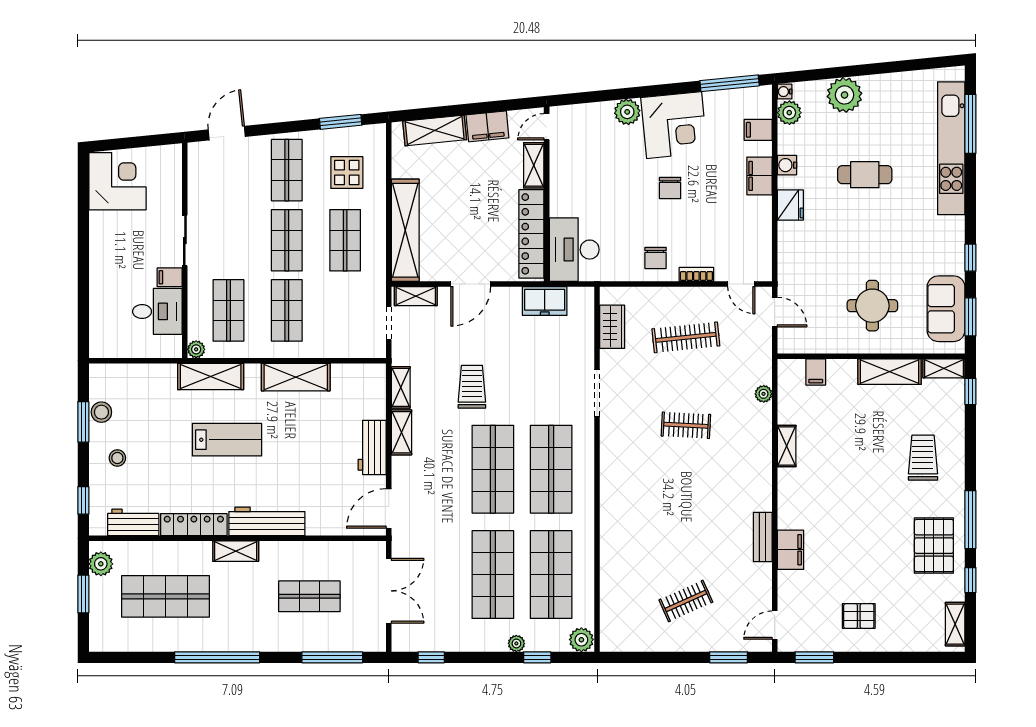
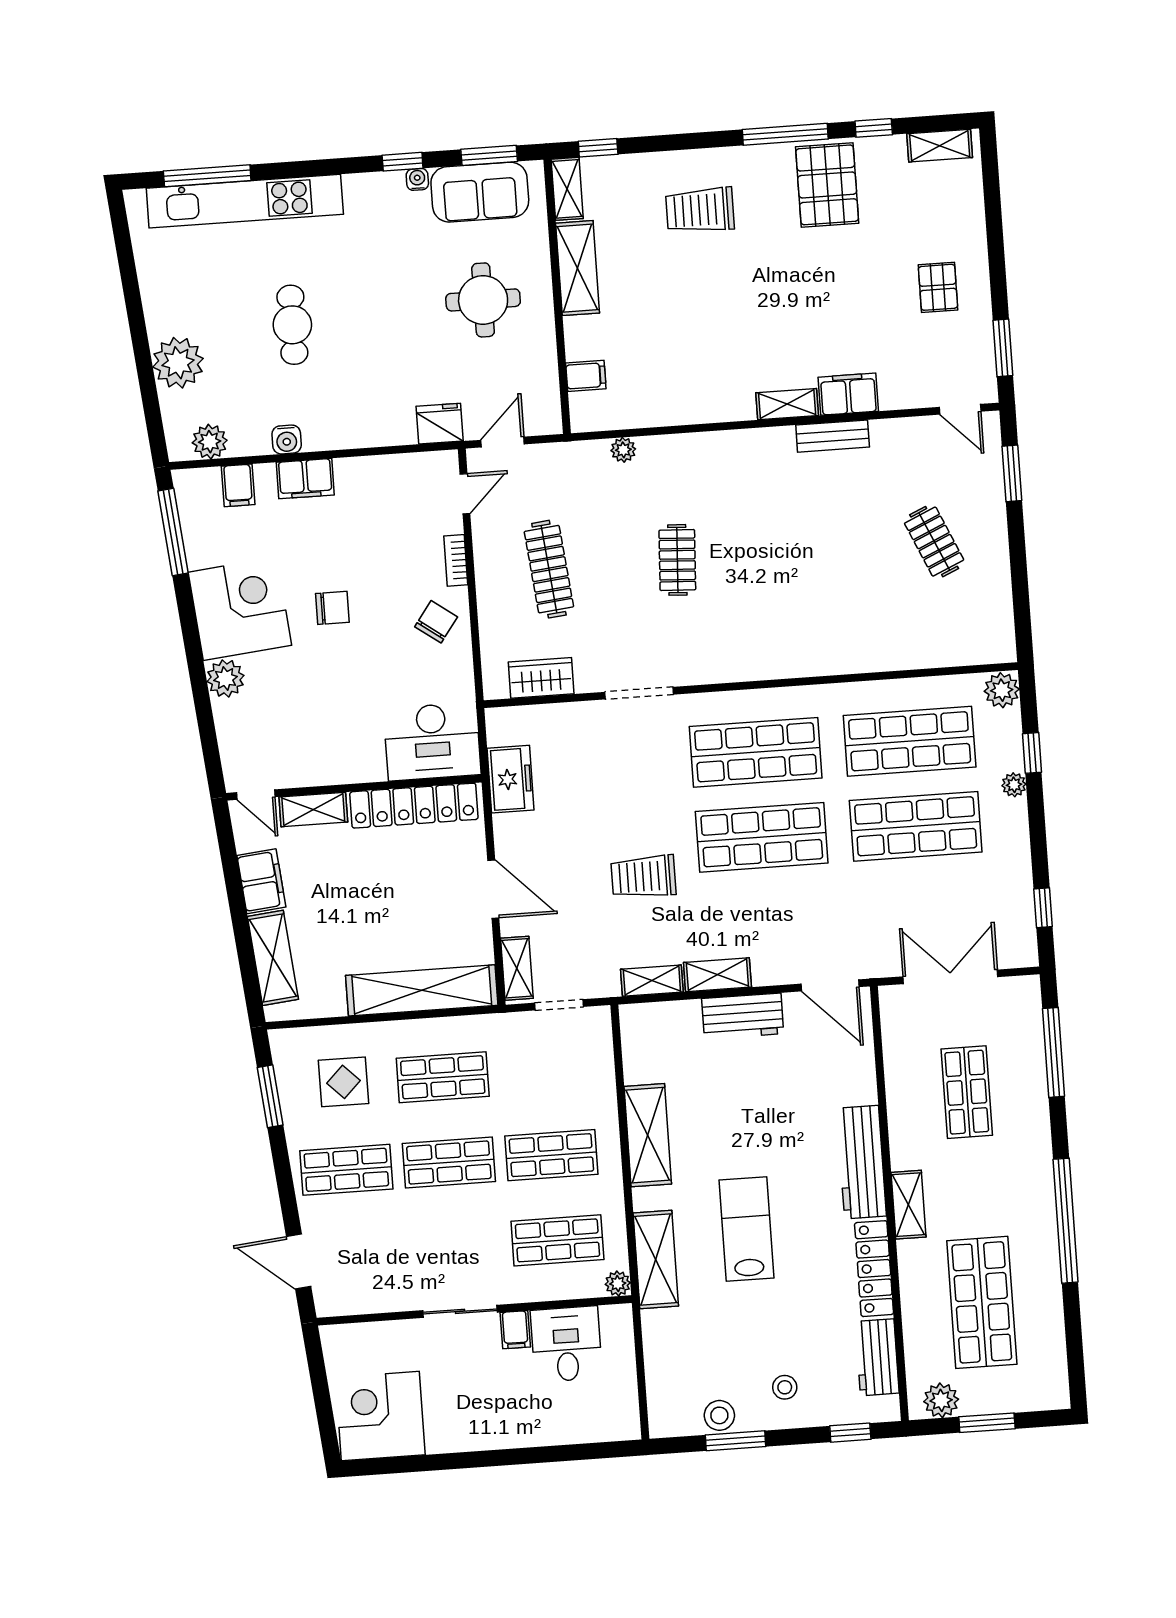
water cooler: (785, 92) -> (417, 179), moved, turned 180
fridge: (790, 205) -> (440, 424), moved
chair: (656, 258) -> (436, 622), turned -54
shelving: (787, 446) -> (787, 404), moved
pallet: (934, 546) -> (827, 185), turned 90

